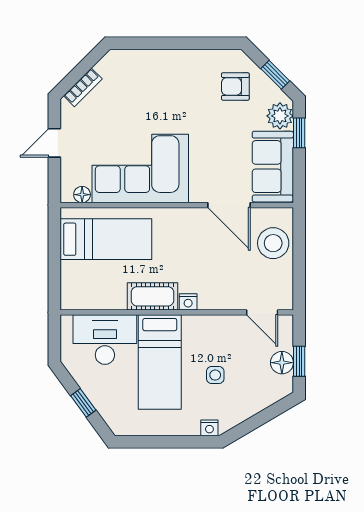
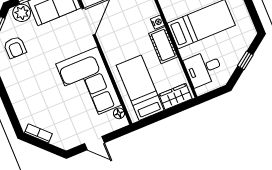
bookcase: (83, 87) -> (38, 133), moved
wardrobe: (73, 284) -> (175, 97), added
desk: (105, 340) -> (203, 68), width x0.73

